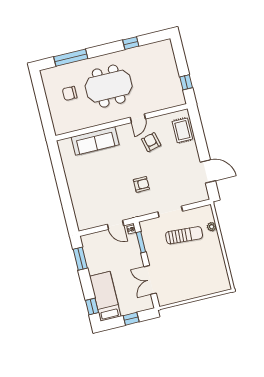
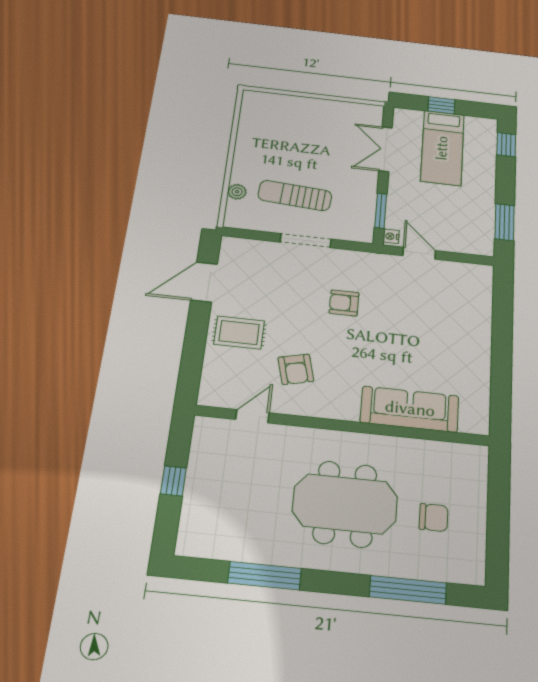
window: (131, 43) -> (265, 576), width x2.17
window: (186, 82) -> (173, 481), moved
door: (138, 118) -> (252, 416), moved
rug: (182, 130) -> (239, 333), moved, turned 90
door: (208, 171) -> (204, 282), hinge flipped
double door: (150, 280) -> (386, 149), swing flipped
bed: (105, 296) -> (442, 148), moved

